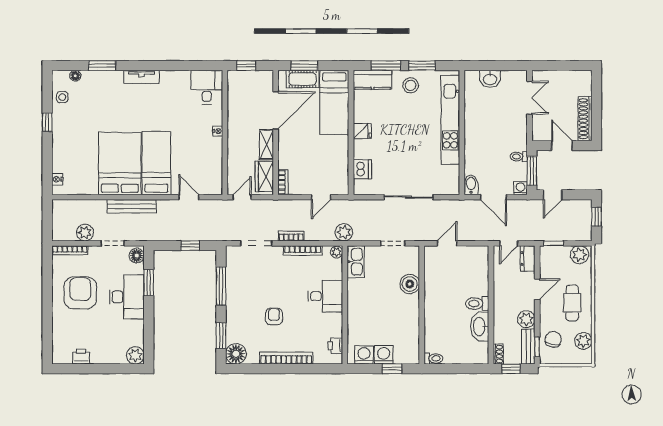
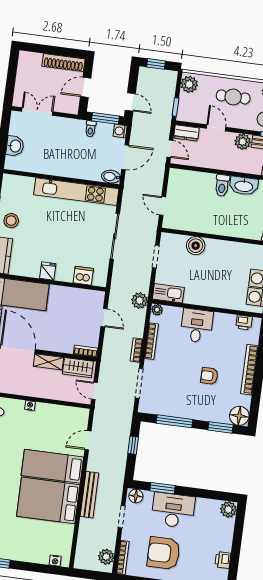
kitchen unit: (450, 120) -> (76, 192), moved
plant: (85, 233) -> (106, 557), moved

